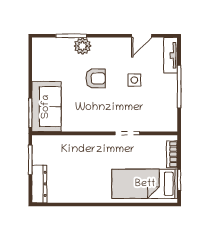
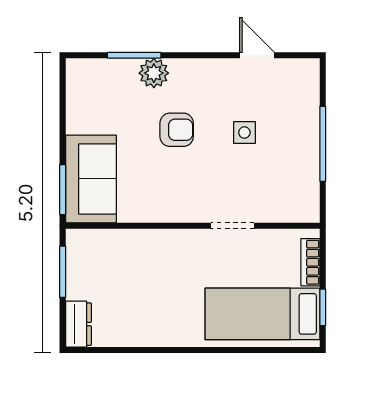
door: (142, 36) -> (257, 55), swing flipped
tv unit: (171, 55) -> (308, 89), removed
dresser: (39, 184) -> (78, 324), width x0.70

